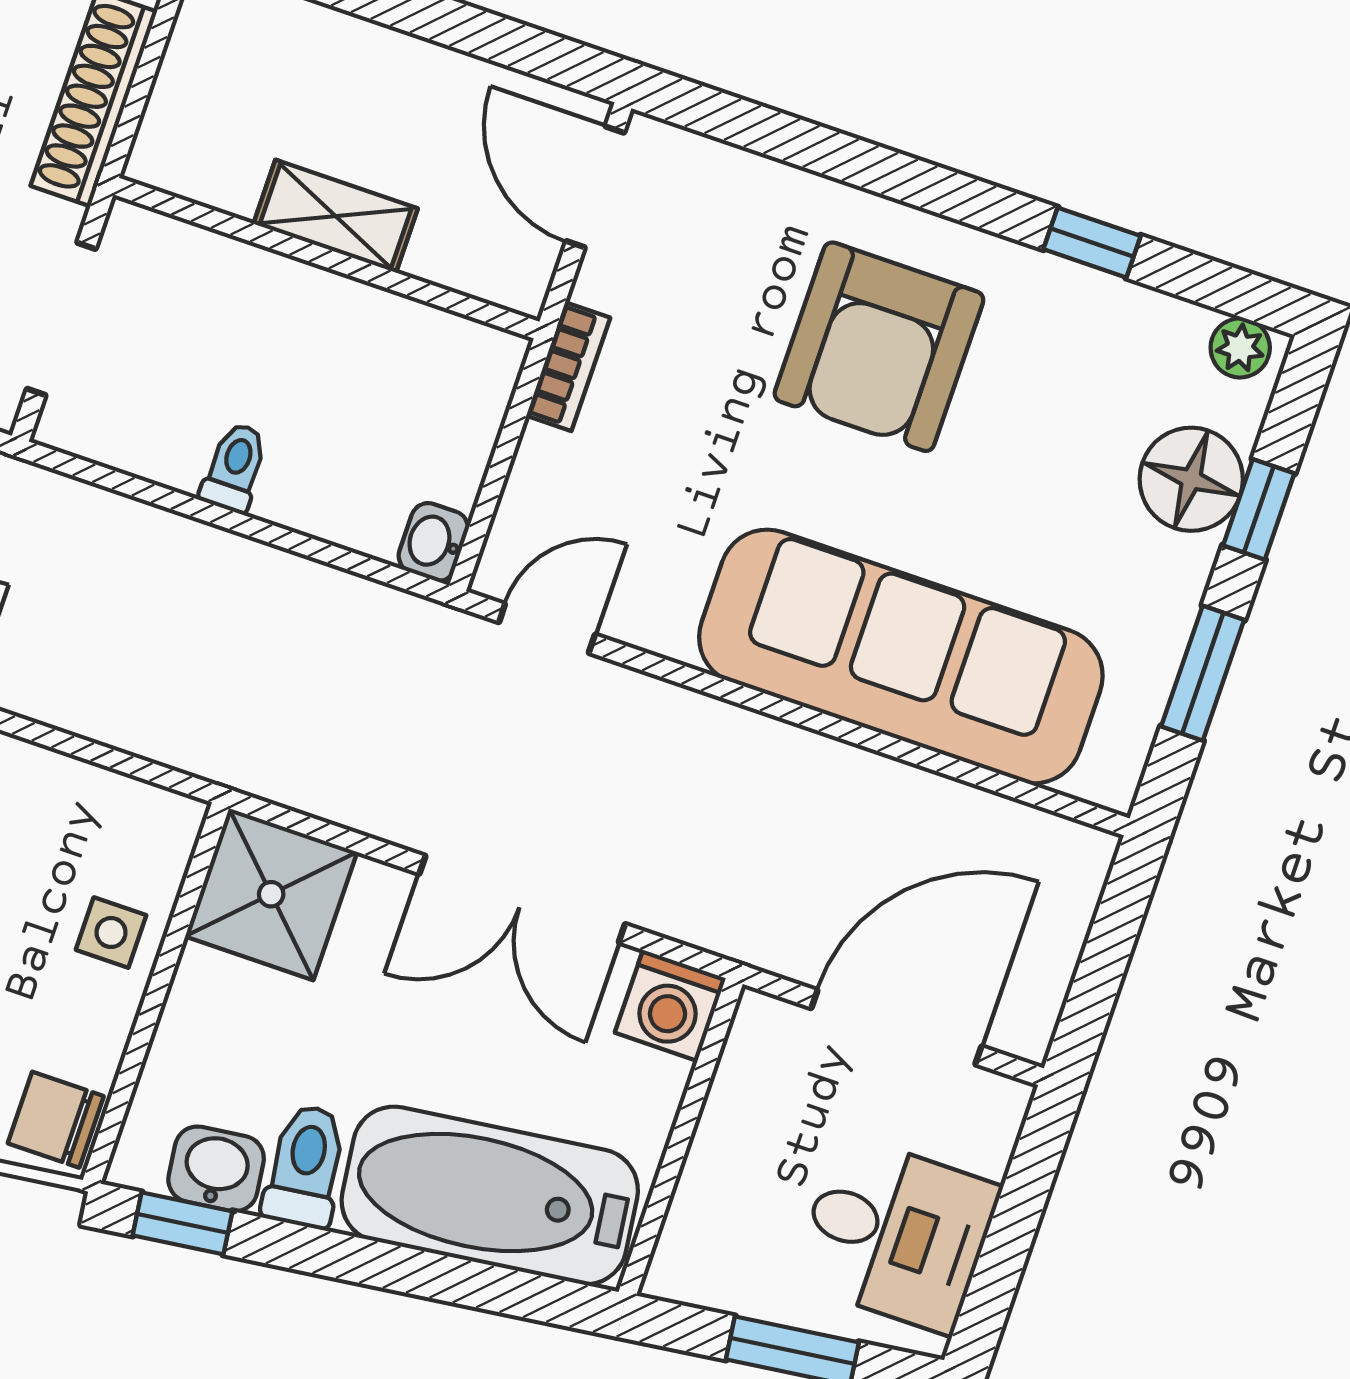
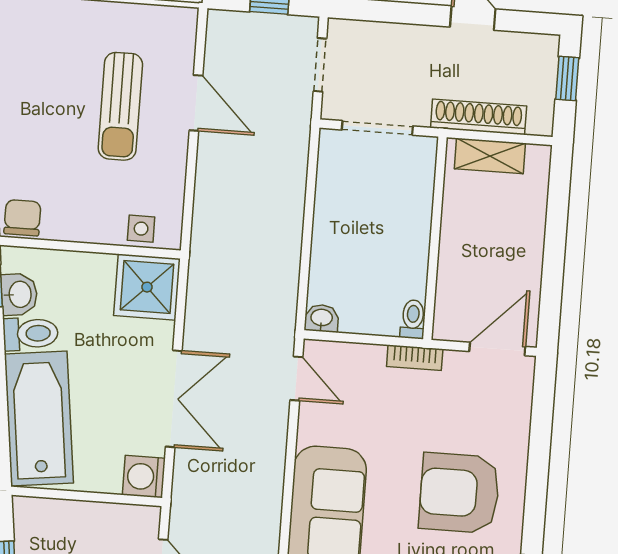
shelving: (336, 216) -> (490, 156), moved, turned 90
toilet: (235, 468) -> (413, 319), moved, turned -90
double door: (522, 899) -> (174, 399), swing flipped
side table: (111, 933) -> (141, 229), moved

